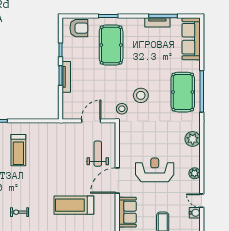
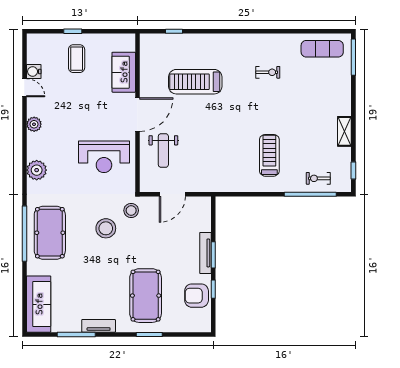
tv unit: (157, 22) -> (99, 326), moved
armchair: (79, 28) -> (197, 296), moved
reception desk: (155, 170) -> (104, 157), moved
treadmill: (74, 205) -> (195, 82), turned 180

